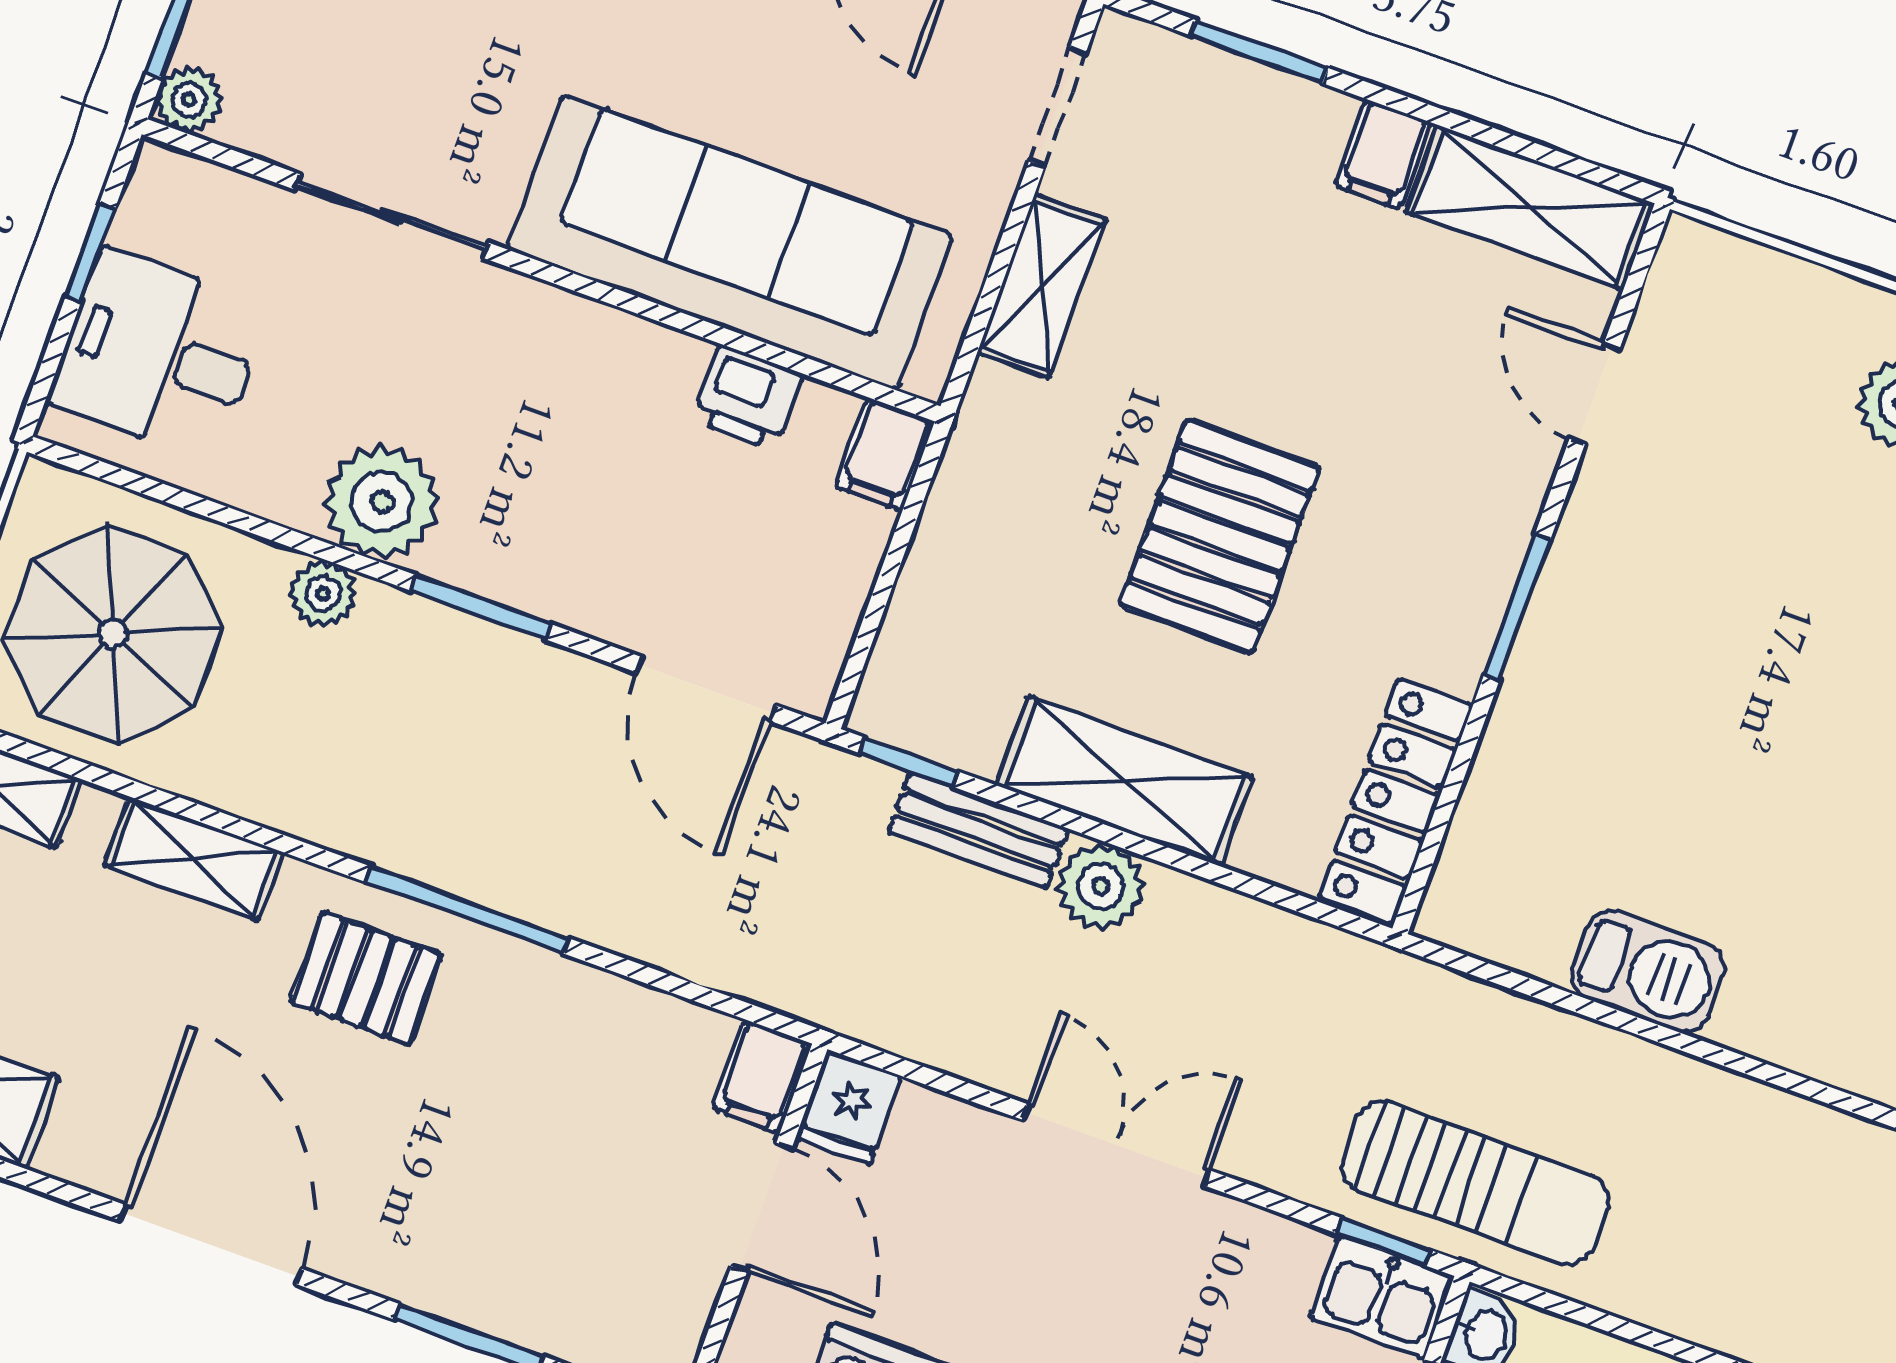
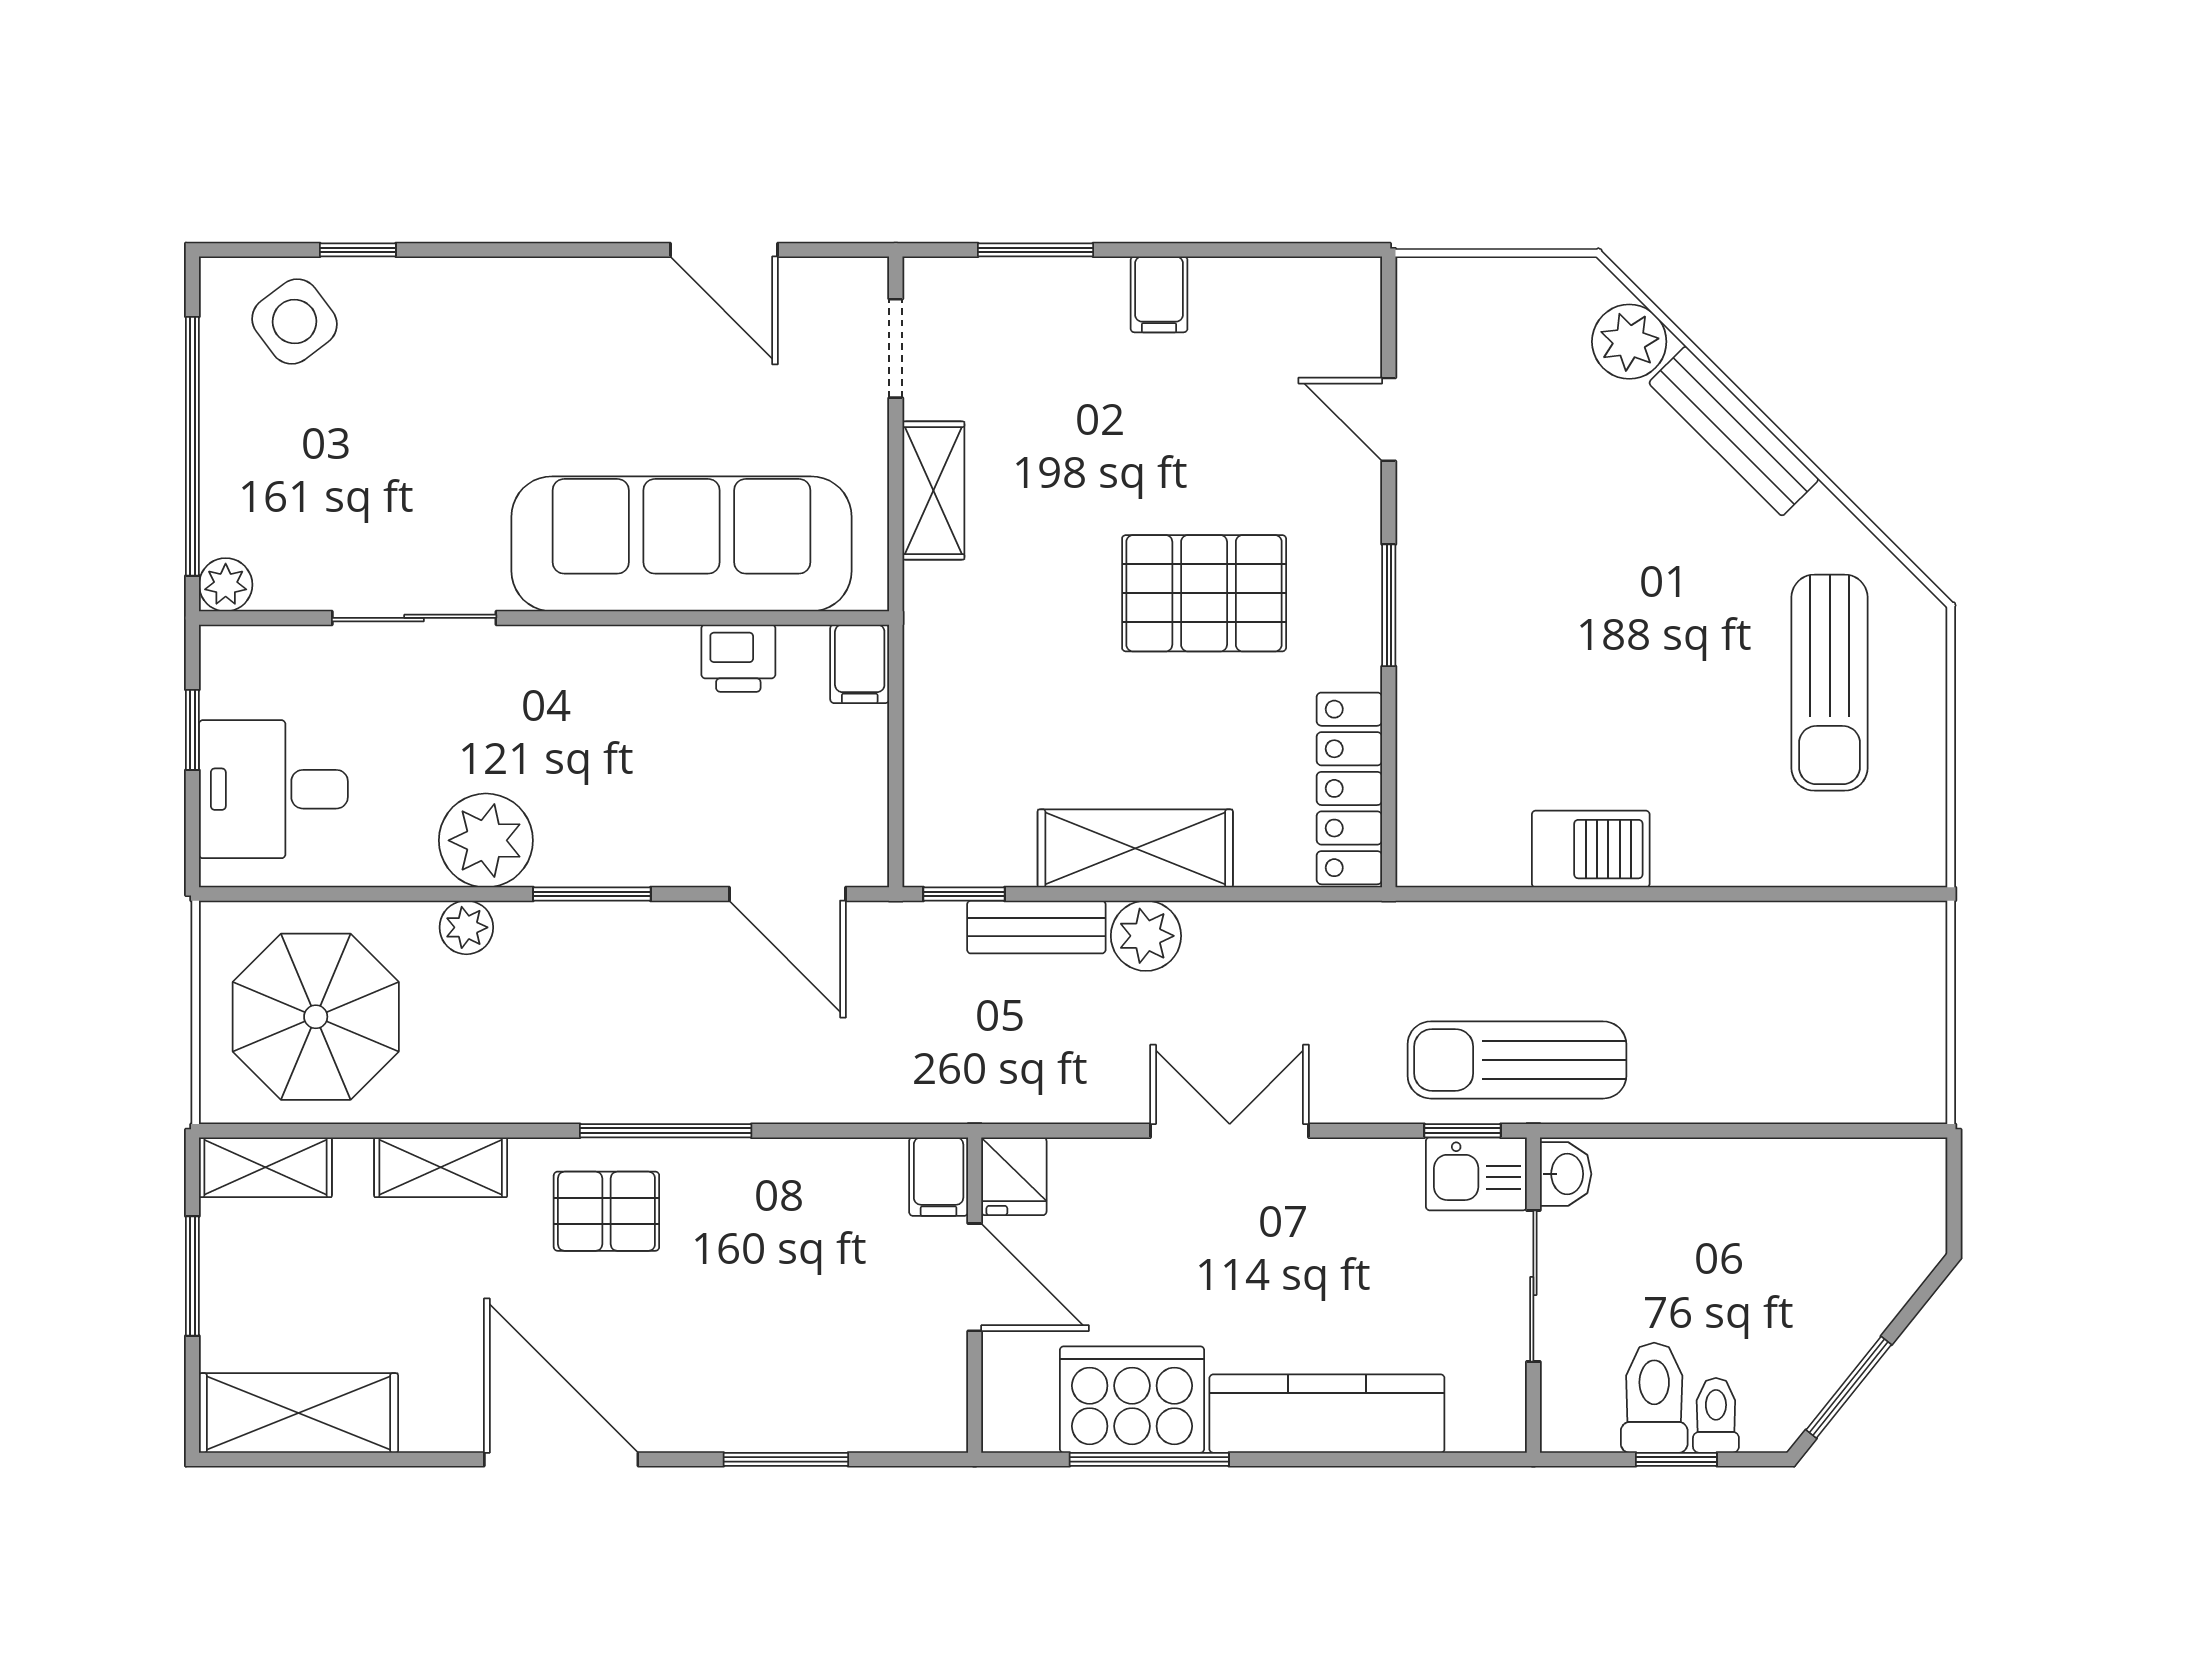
shelving: (1530, 208) -> (1287, 294), removed
pallet: (1220, 536) -> (1204, 593), moved, turned 90
sun lounger: (1475, 1183) -> (1517, 1060), turned 180

